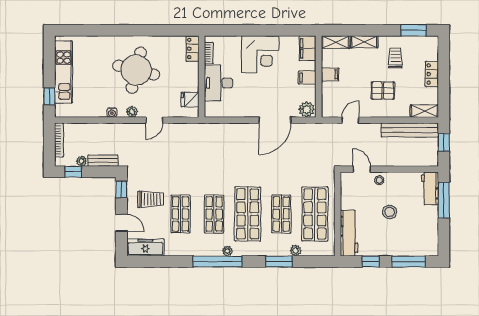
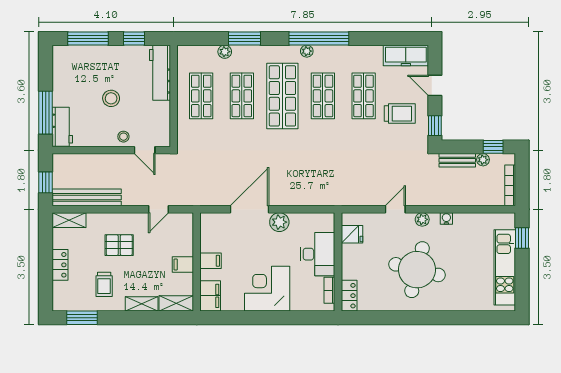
plant: (307, 109) -> (279, 222), moved
trolley: (151, 199) -> (400, 114), turned 180
shop shelf: (315, 214) -> (201, 96), width x0.70, depth x0.74

